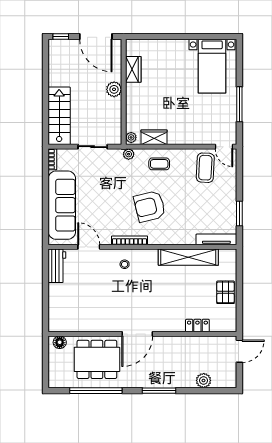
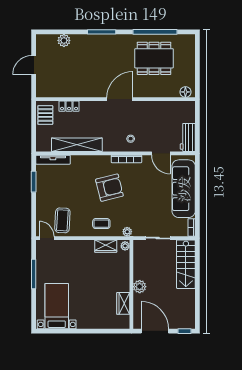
locker: (197, 326) -> (69, 106), moved
door: (137, 334) -> (120, 99), moved
wall: (142, 334) -> (116, 99), moved
floor lamp: (60, 342) -> (185, 92), moved

